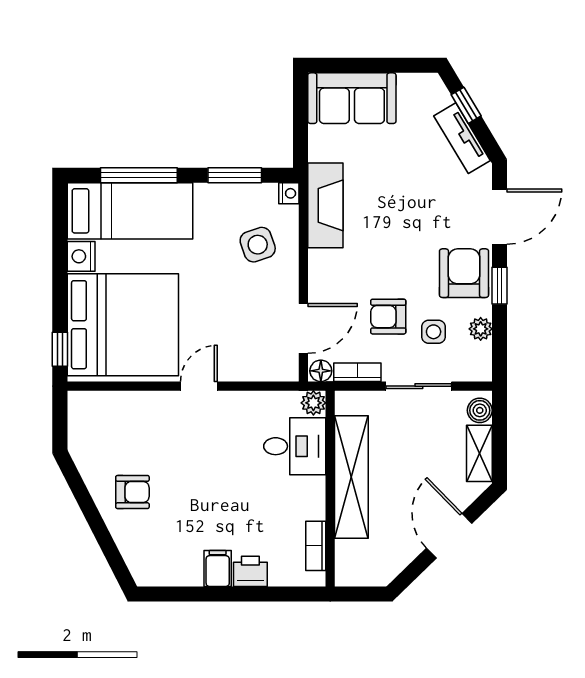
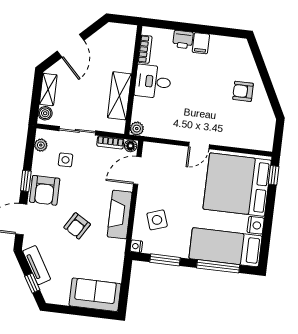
fireplace: (325, 205) -> (120, 214), moved
armchair: (388, 317) -> (77, 226), moved, turned 121
plant: (481, 329) -> (41, 145), moved
desk: (295, 446) -> (153, 82), moved
shelving: (351, 477) -> (119, 96), width x0.68

